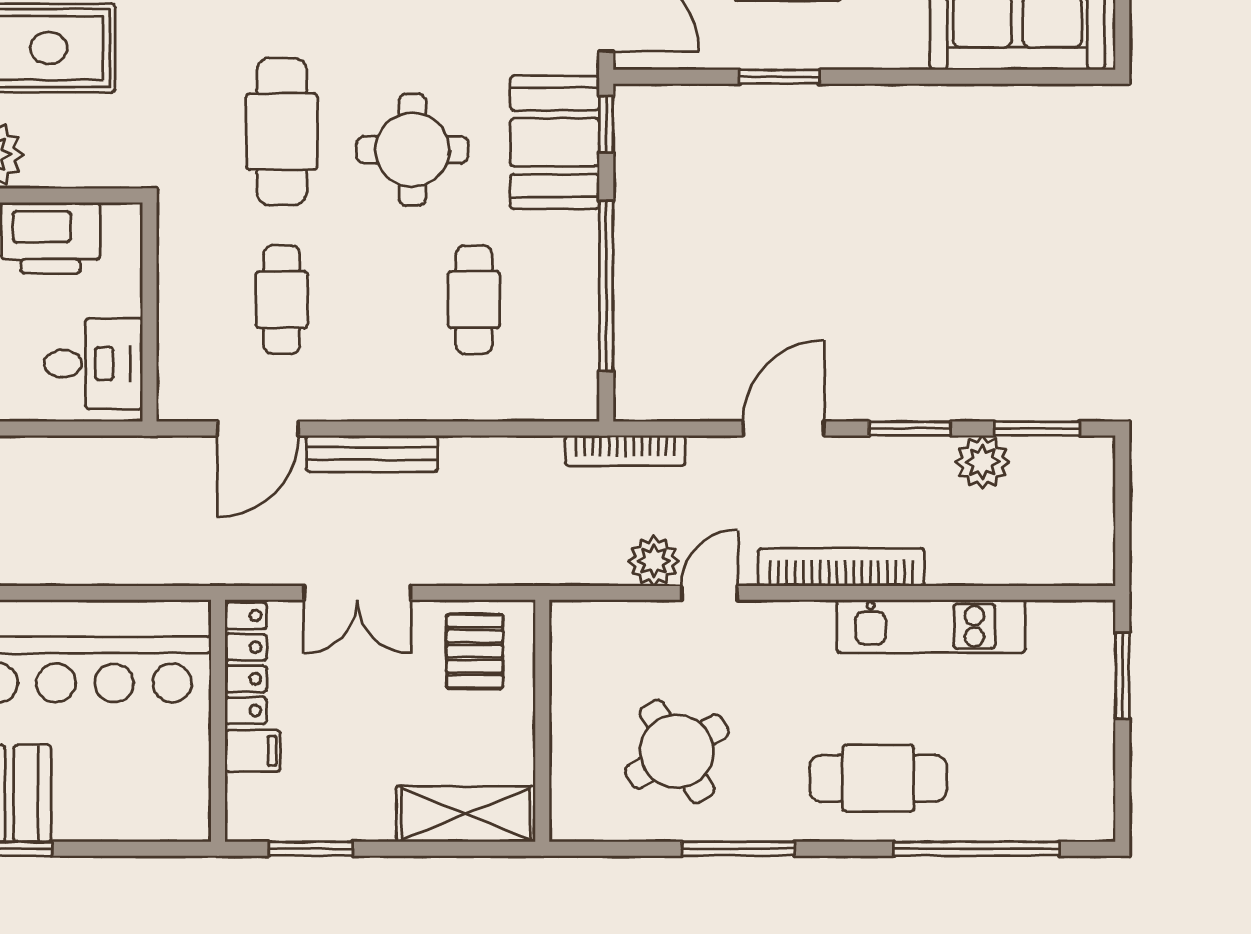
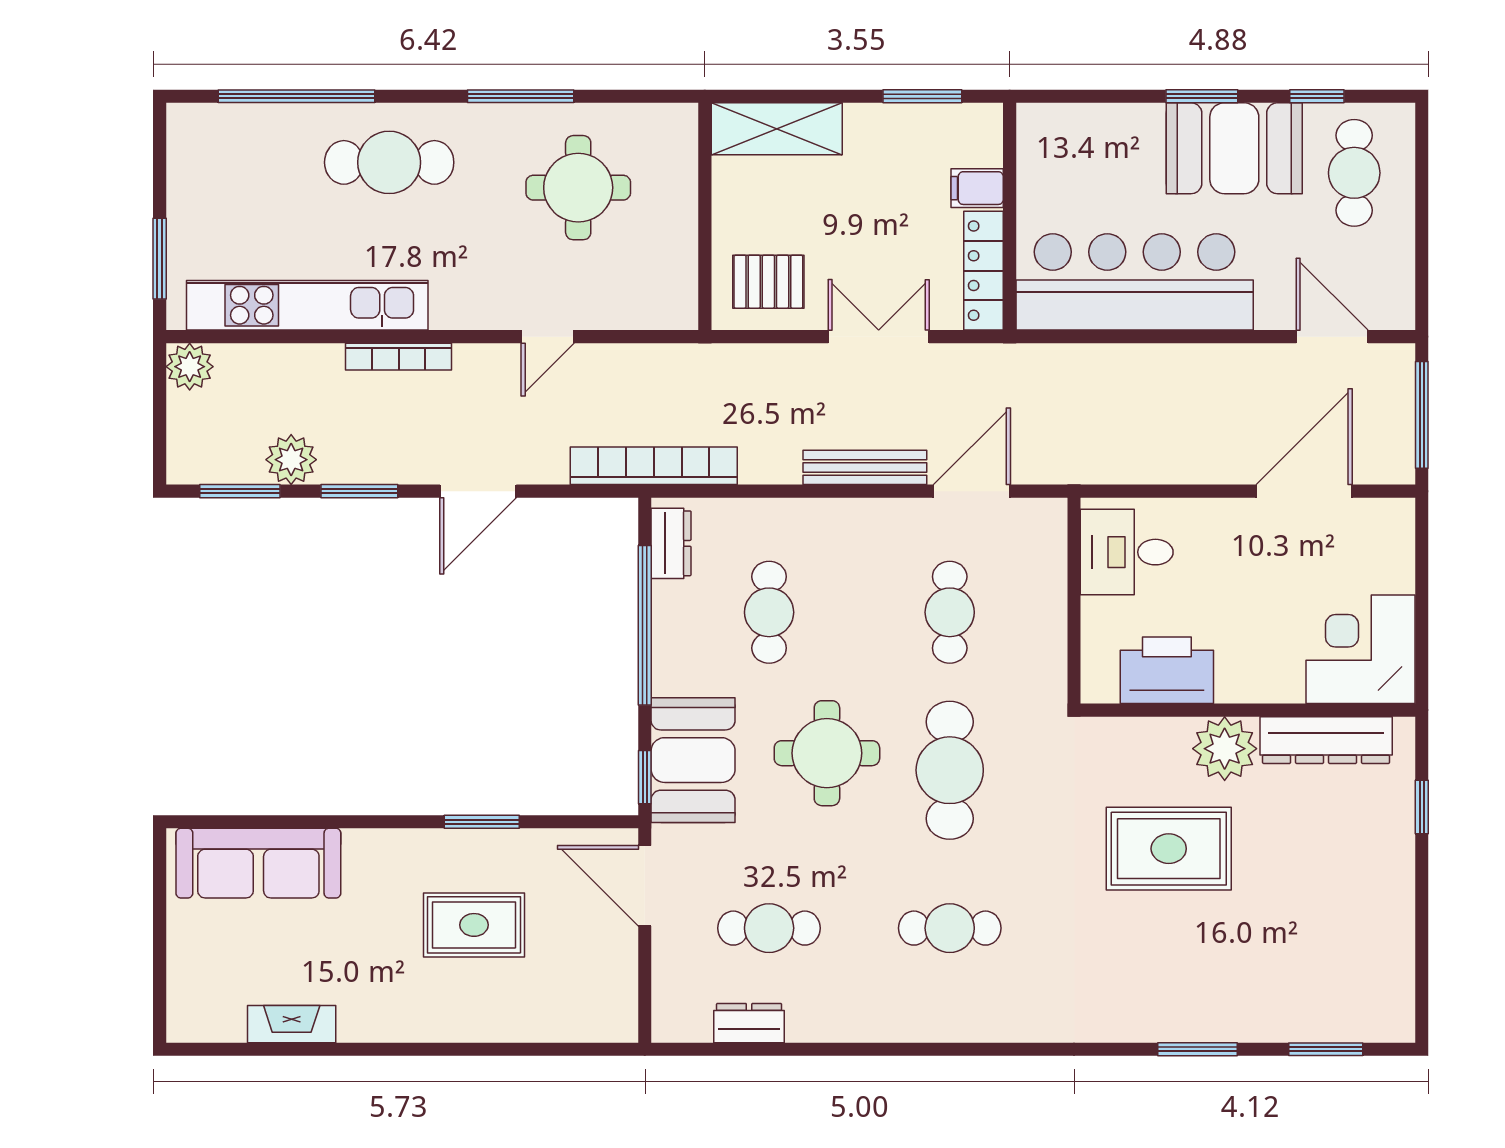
dresser: (578, 373) -> (671, 543), added
bookcase: (625, 451) -> (654, 466), width x1.48, depth x1.31
plant: (654, 561) -> (190, 367), moved
bookcase: (841, 567) -> (399, 357), width x0.68, depth x0.76
kitchen unit: (931, 626) -> (307, 305), width x1.36
pallet: (475, 651) -> (768, 282), turned 90
round table: (677, 751) -> (578, 188), turned 31

